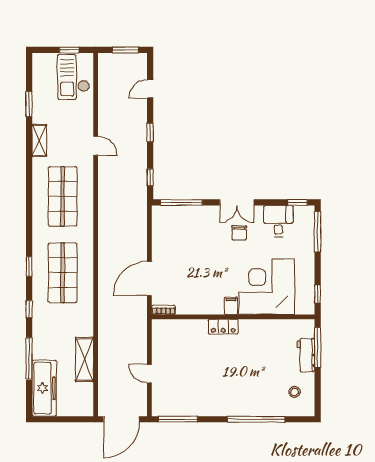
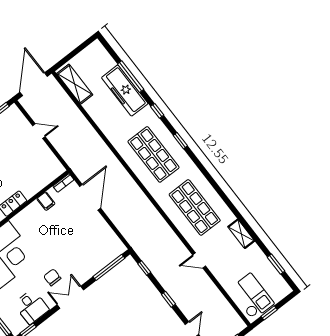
window: (29, 104) -> (276, 264), moved
filing cabinet: (231, 306) -> (46, 201), moved
shelving: (84, 359) -> (75, 84), moved
freezer: (44, 388) -> (125, 91), moved

